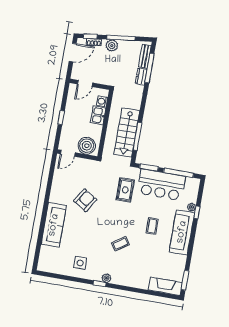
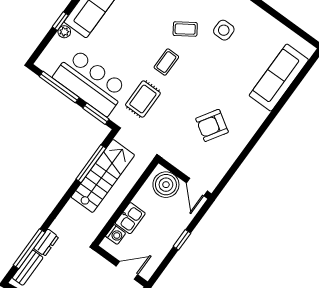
door: (68, 153) -> (197, 187), swing flipped
armchair: (85, 200) -> (212, 125), moved
sofa: (54, 225) -> (279, 78), moved
coffee table: (152, 226) -> (166, 62), moved
side table: (80, 263) -> (224, 30), moved

